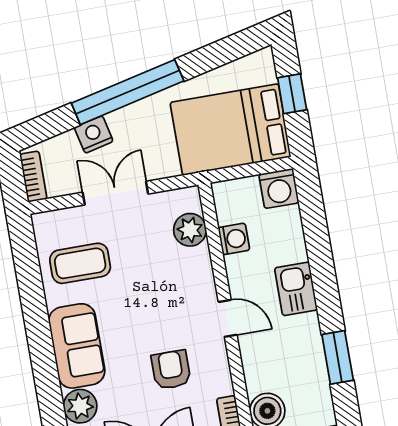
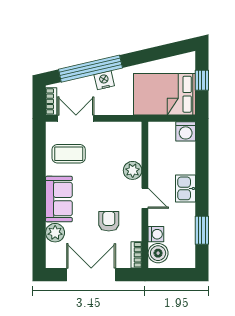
window: (128, 92) -> (90, 69), moved
nightstand: (94, 134) -> (104, 80), moved
double door: (115, 193) -> (76, 118), moved
plant: (190, 230) -> (133, 170), moved
washing machine: (234, 239) -> (156, 234), moved

